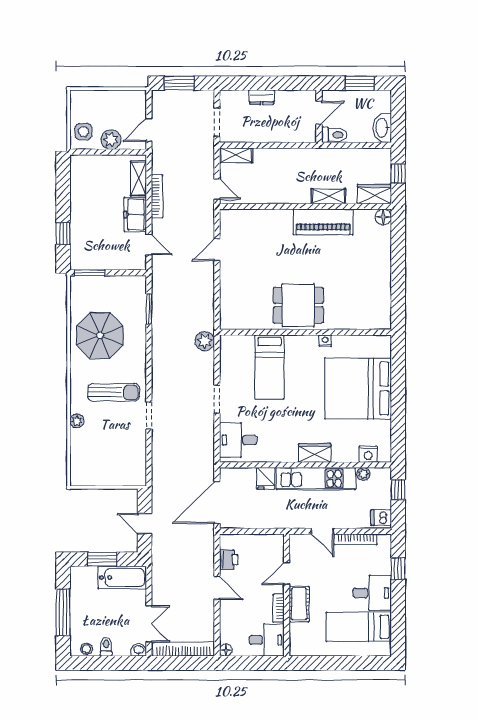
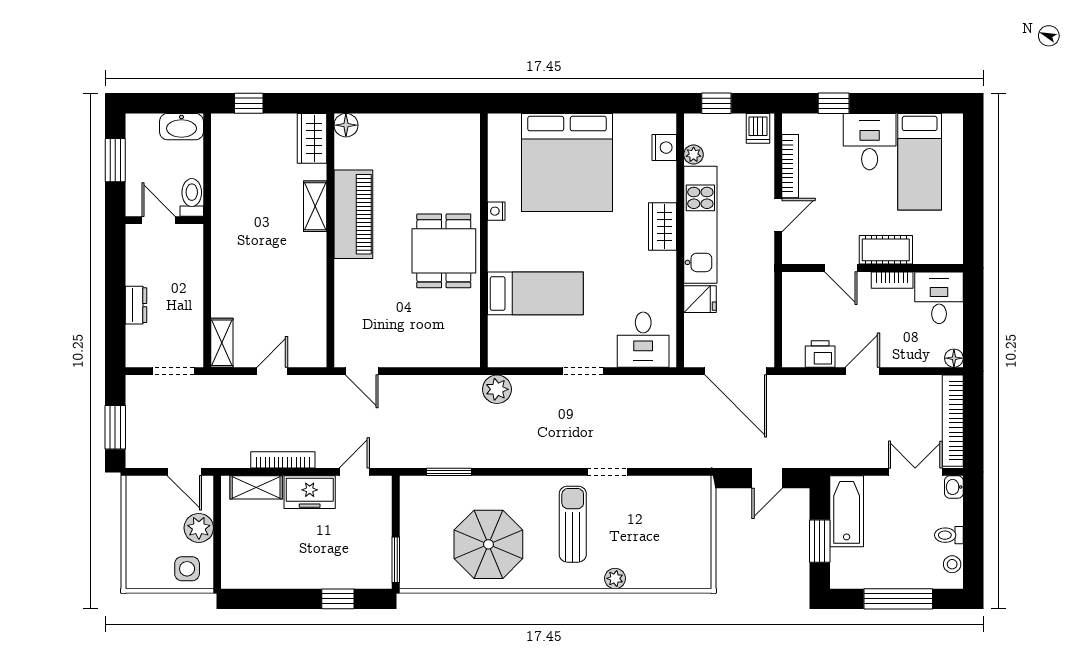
wardrobe: (374, 194) -> (312, 138), moved
shelving: (328, 196) -> (315, 206), moved
wall: (305, 206) -> (330, 240), moved
floor lamp: (383, 217) -> (346, 125), moved
piano: (323, 222) -> (353, 214), moved

